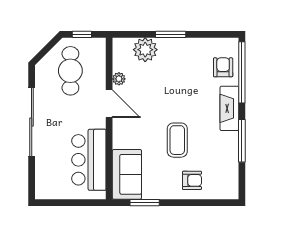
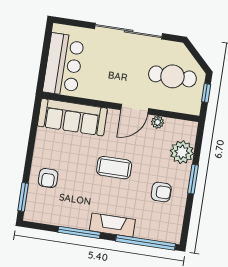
armchair: (223, 67) -> (161, 192), moved
coffee table: (177, 140) -> (114, 168), moved
bar counter: (89, 160) -> (64, 65), moved, turned 90
sofa: (127, 174) -> (72, 117), width x1.36
window: (145, 203) -> (23, 197), moved

